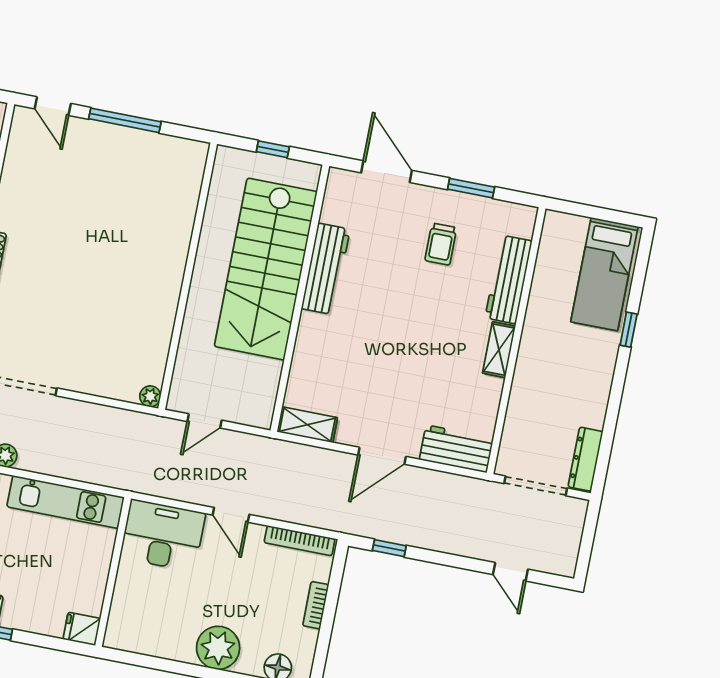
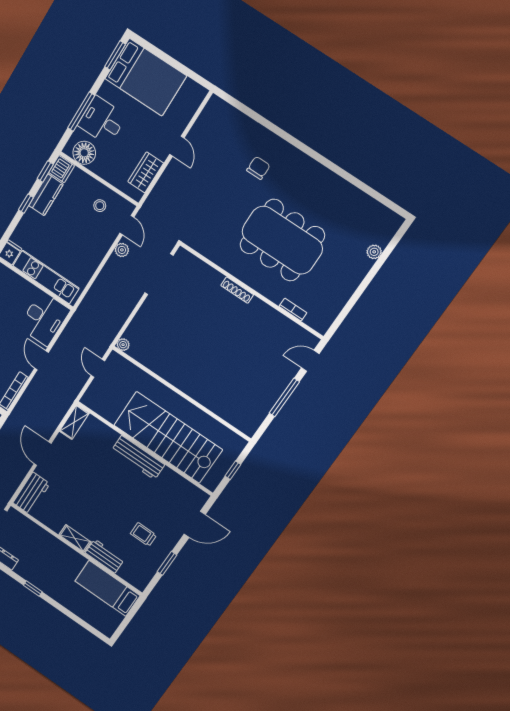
workbench: (326, 269) -> (138, 458), moved
bed: (604, 274) -> (107, 588), moved
workbench: (509, 279) -> (105, 556), width x0.73
window: (629, 330) -> (33, 588), moved
kitchen unit: (66, 502) -> (46, 277), moved, turned 90
door: (231, 515) -> (41, 360), hinge flipped

